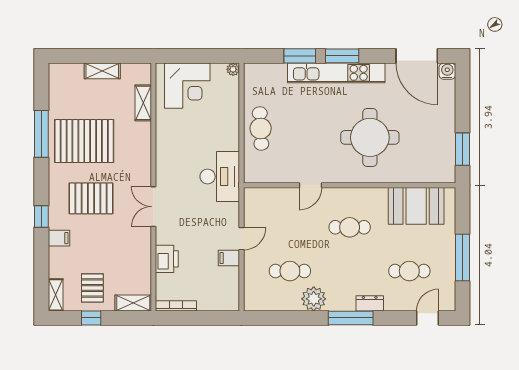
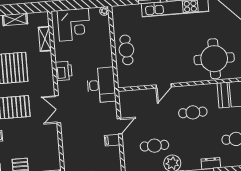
round table: (370, 137) -> (214, 59), moved
printer: (167, 259) -> (64, 71), moved

